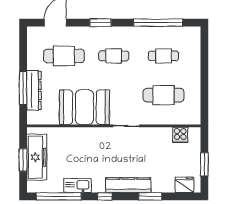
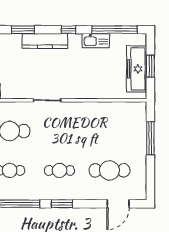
window: (101, 23) -> (62, 204), moved
dresser: (34, 90) -> (139, 136), removed
booth: (84, 107) -> (89, 119), removed

